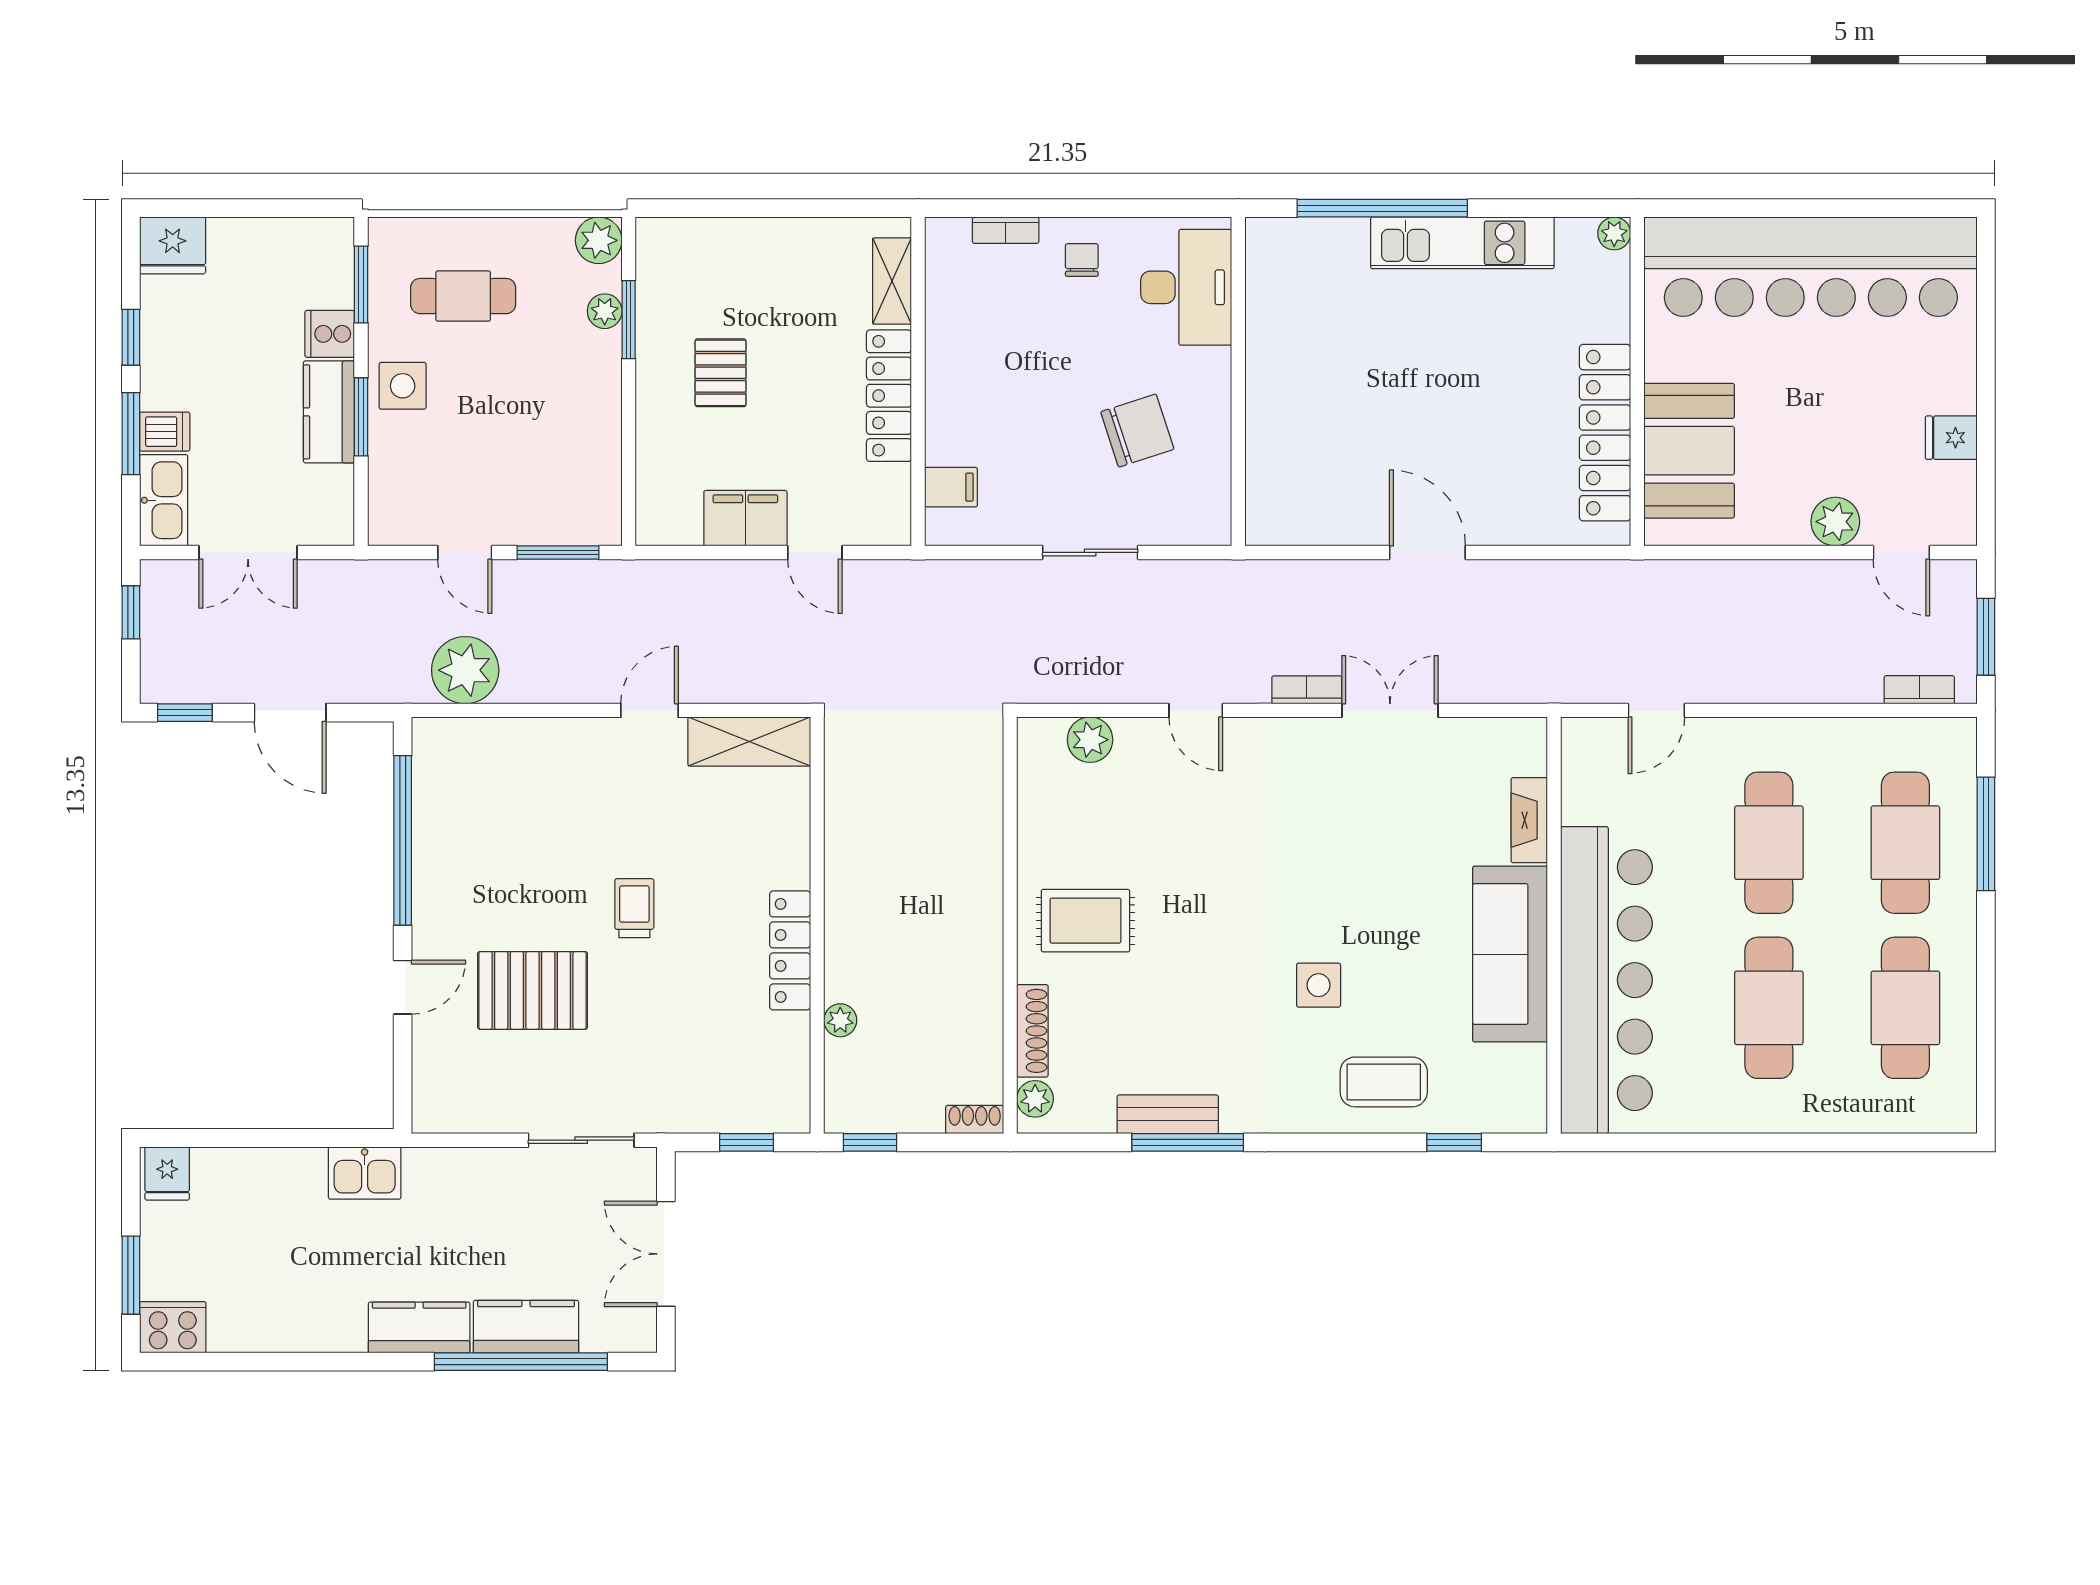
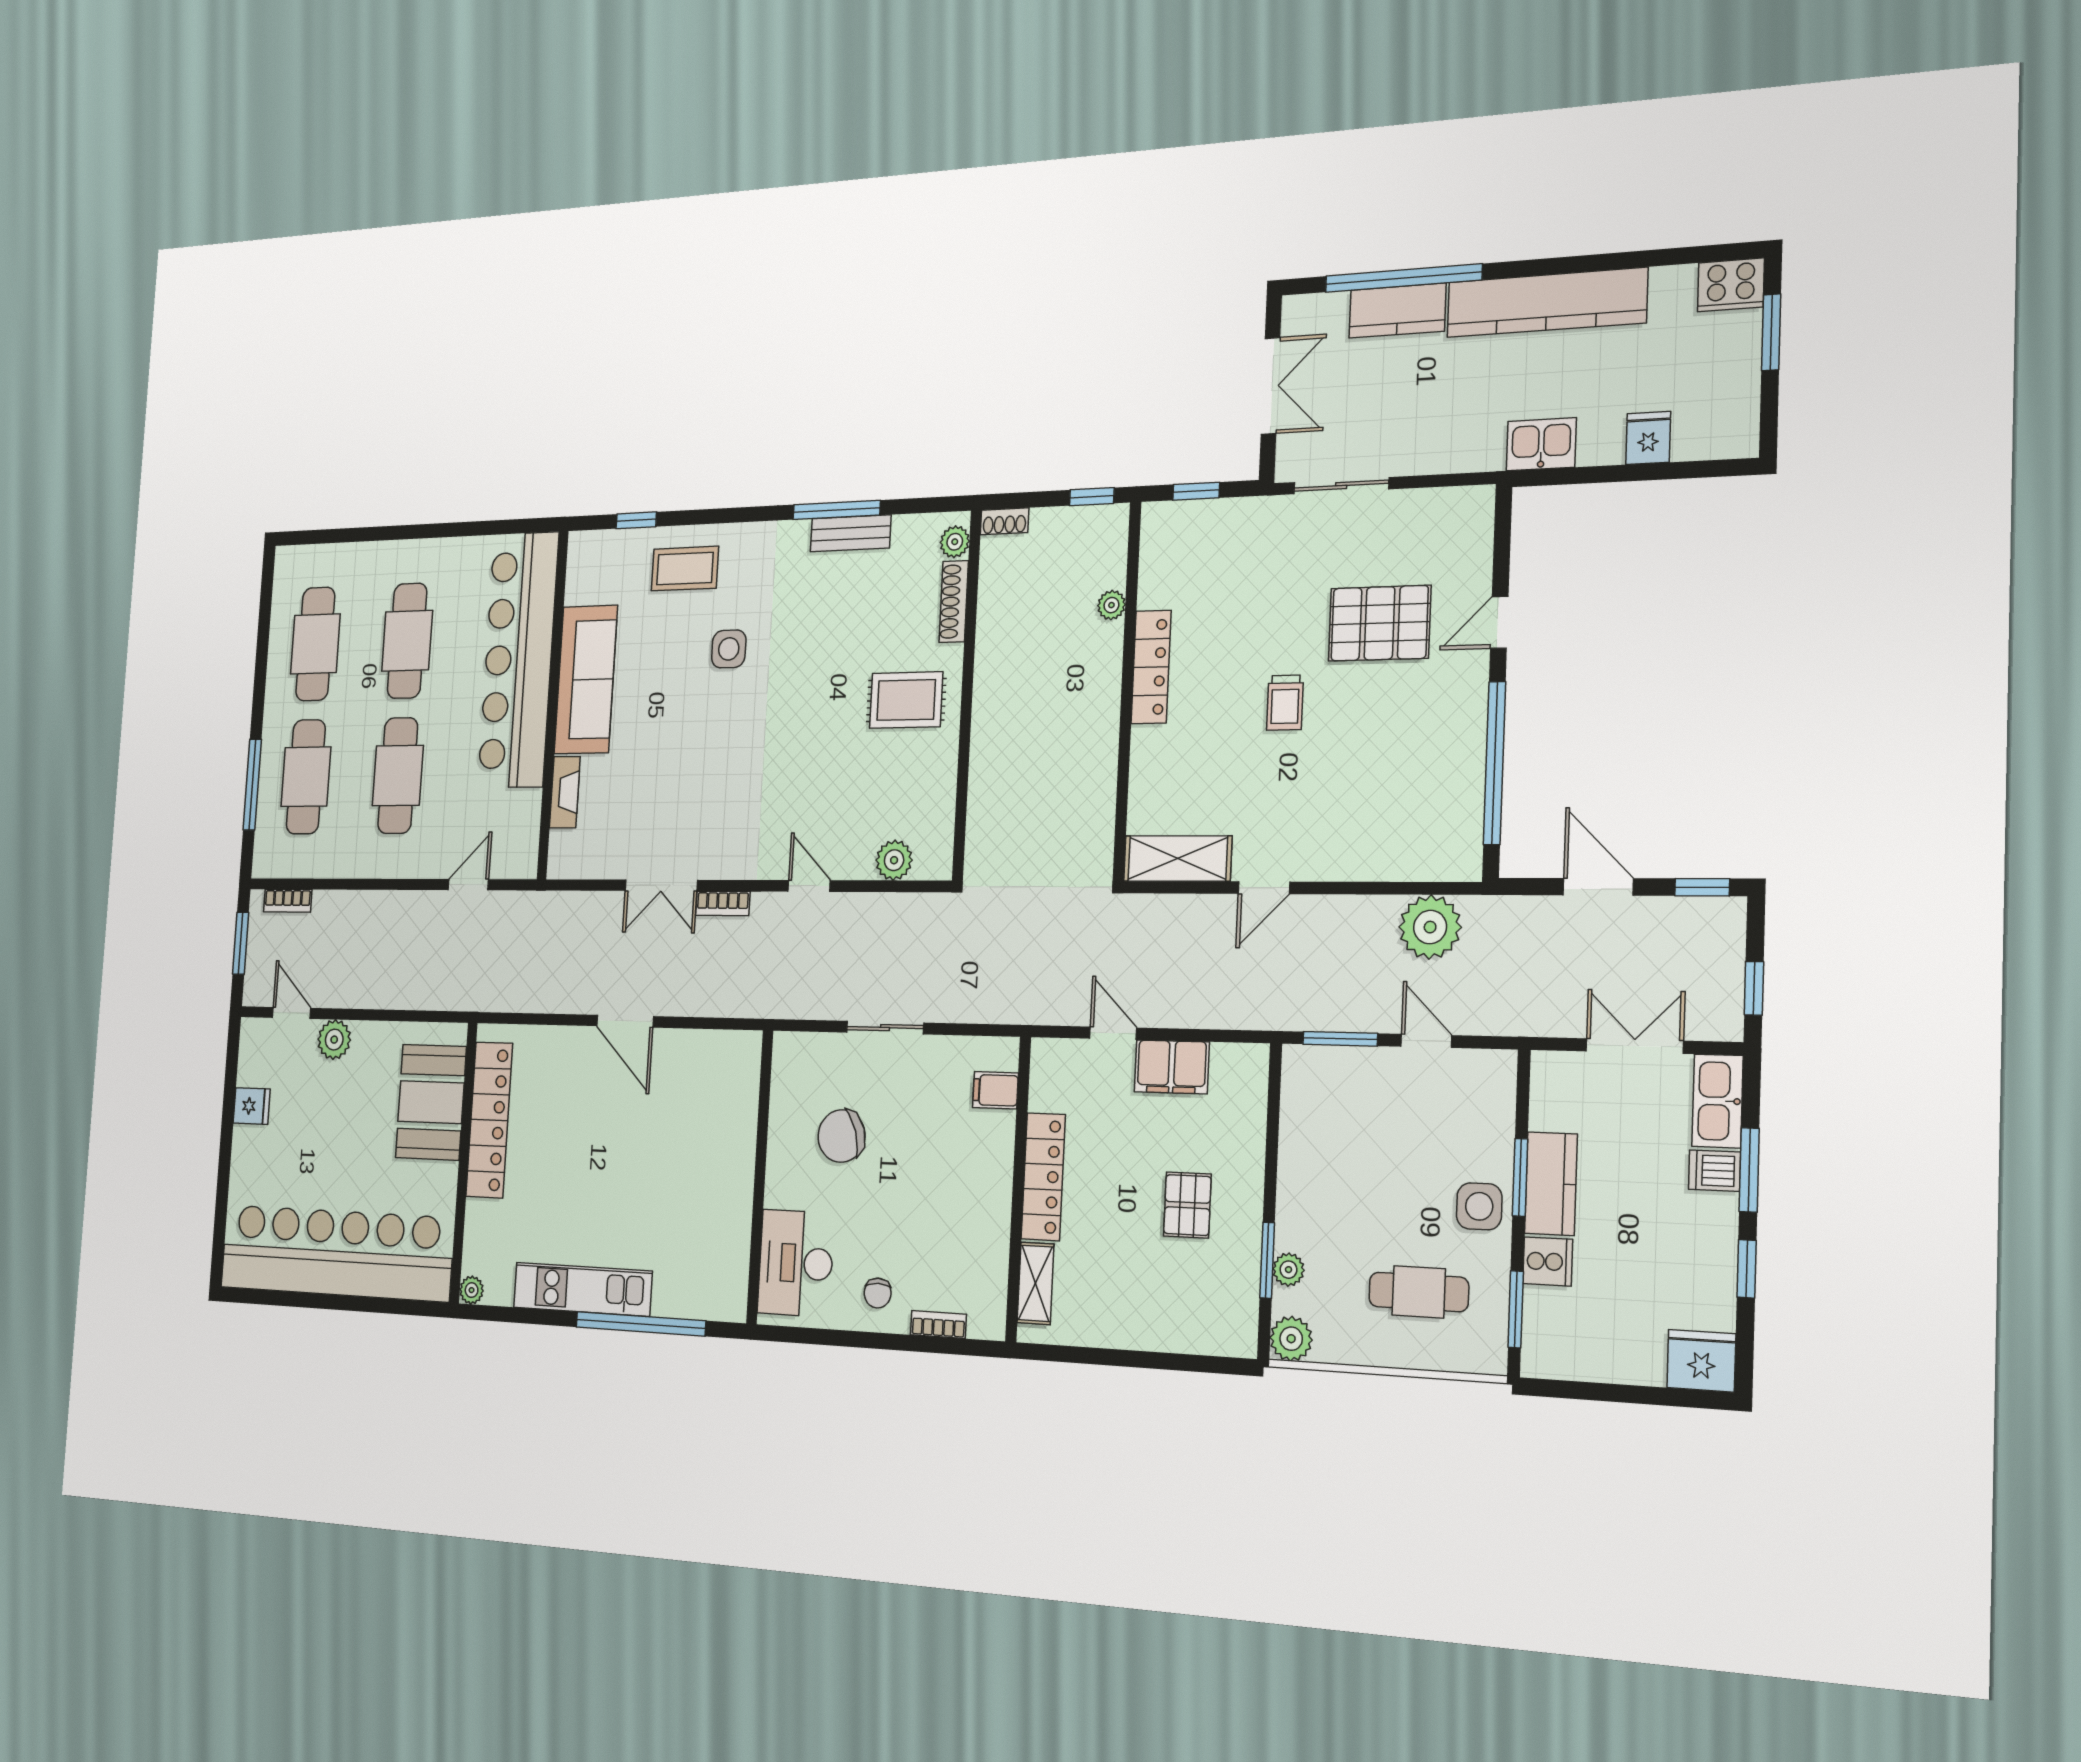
fridge: (167, 1173) -> (1648, 438), moved
kitchen counter: (419, 1327) -> (1546, 302), width x2.08, depth x1.17

